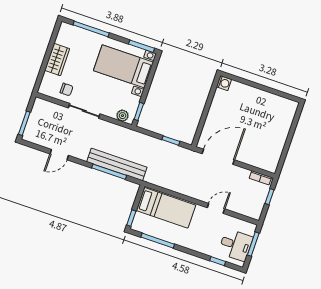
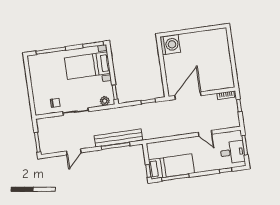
wardrobe: (57, 60) -> (38, 85), removed
washing machine: (224, 83) -> (170, 45), width x1.89, depth x1.89
bed: (166, 208) -> (171, 166), moved
door: (216, 208) -> (205, 133), swing flipped

